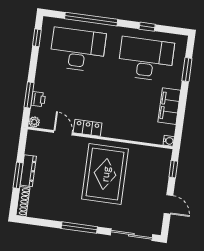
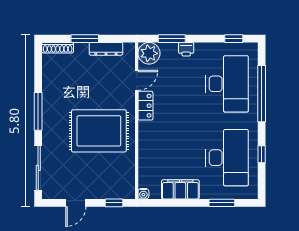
printer: (38, 99) -> (186, 49), moved
plant: (34, 122) -> (149, 53), width x1.87, depth x1.87
dresser: (28, 171) -> (106, 49), moved

